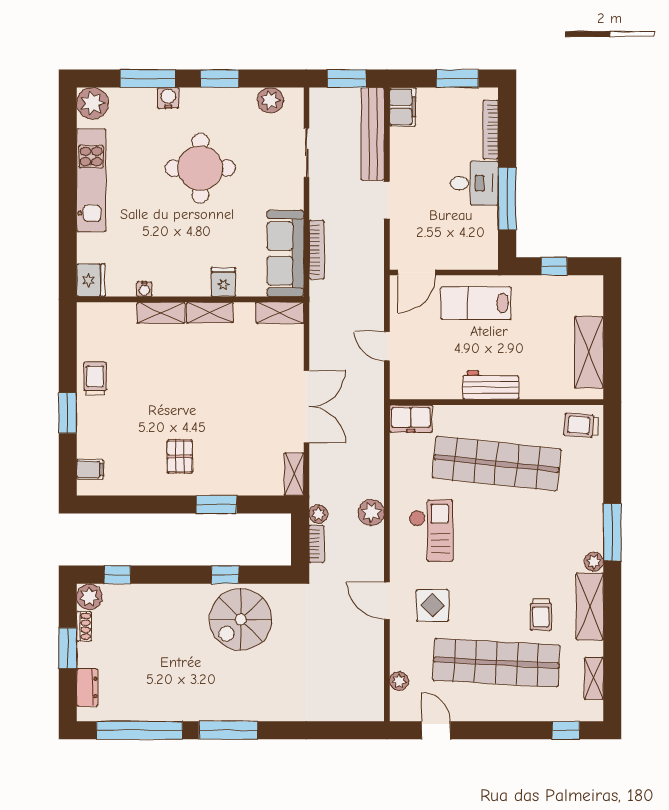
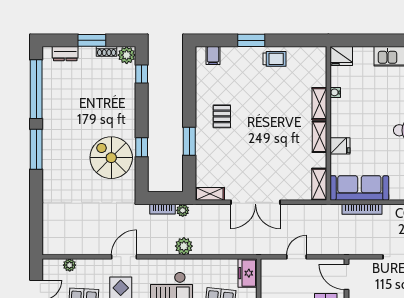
pallet: (180, 456) -> (222, 116), turned 90

